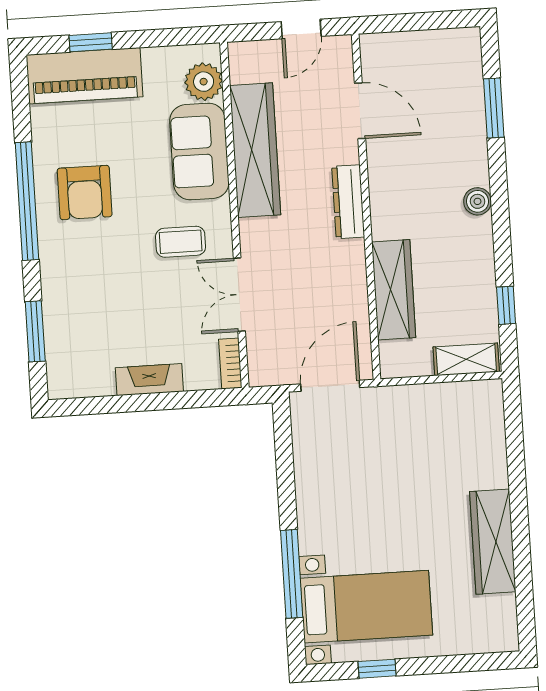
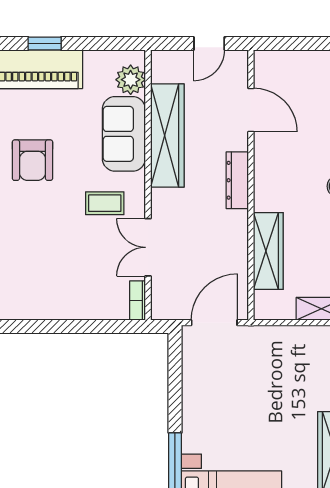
fireplace: (149, 380) -> (74, 309), removed

